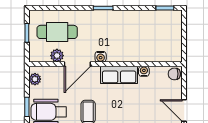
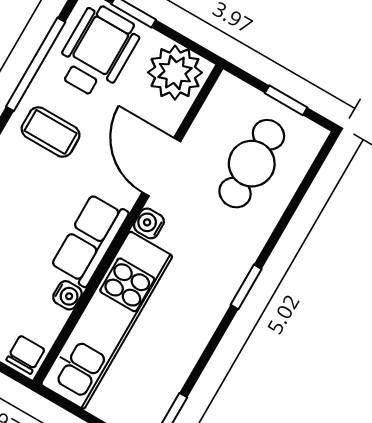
kitchen unit: (145, 52) -> (107, 320), added
plant: (57, 56) -> (203, 135), removed
plant: (35, 79) -> (175, 73), width x1.88, depth x1.88

